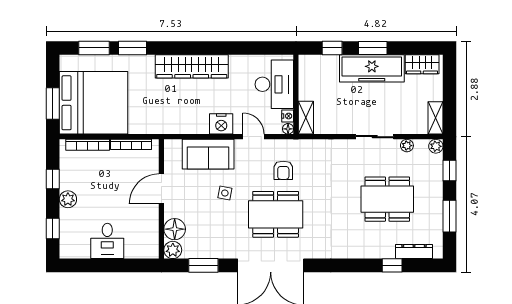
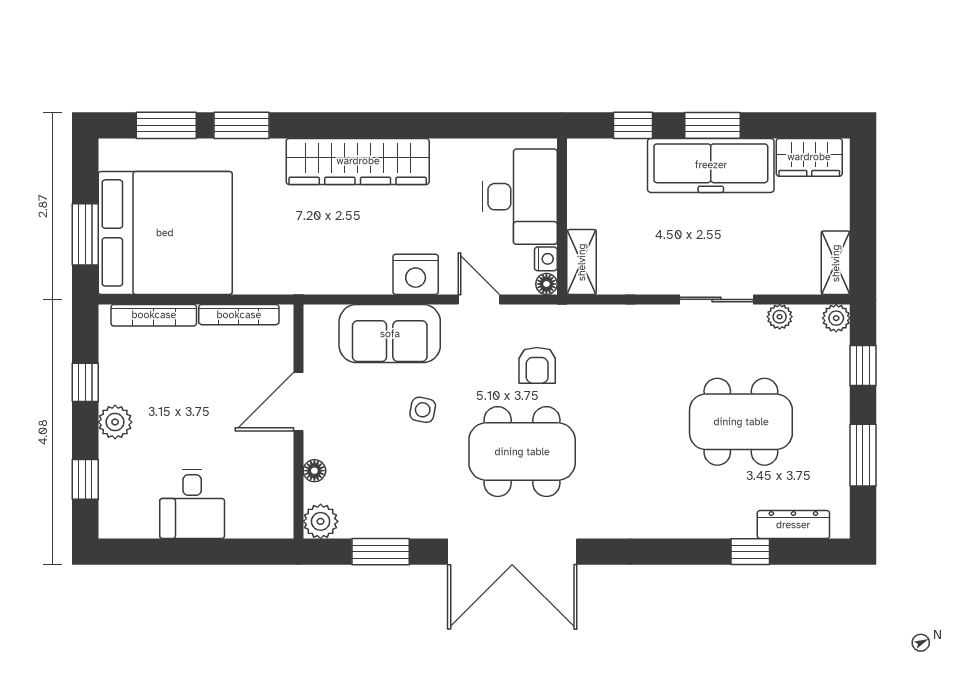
floor lamp: (175, 229) -> (314, 471), width x0.53, depth x0.53

